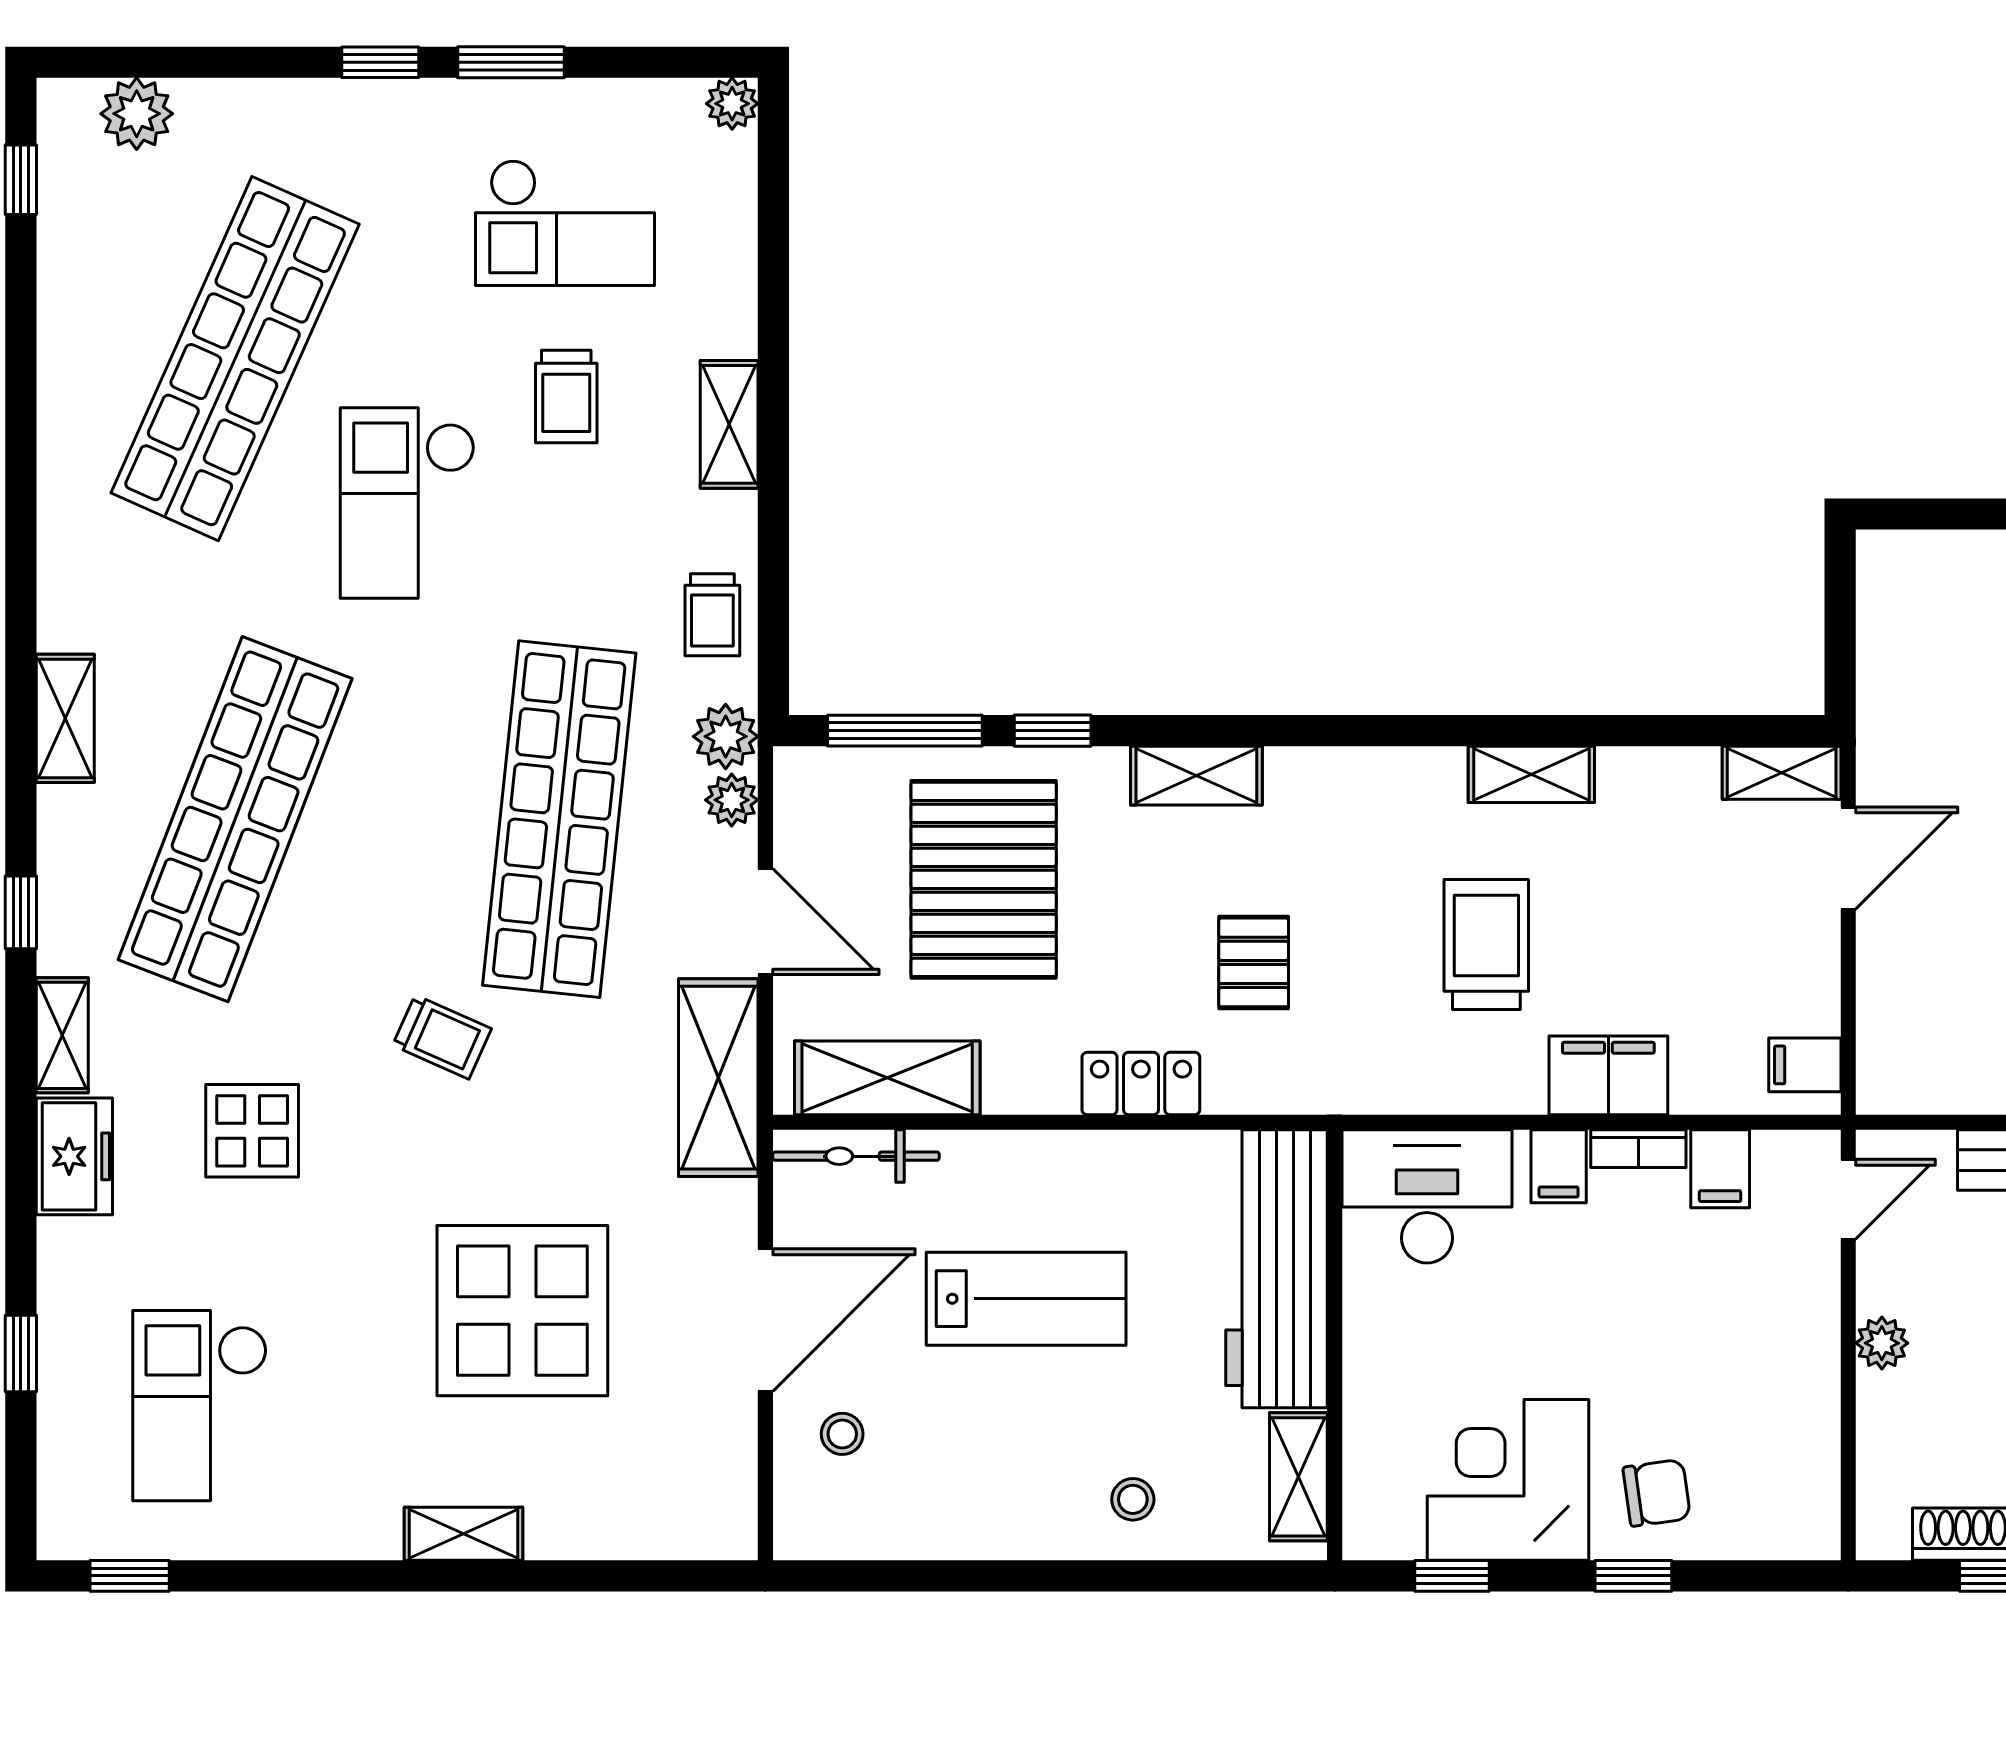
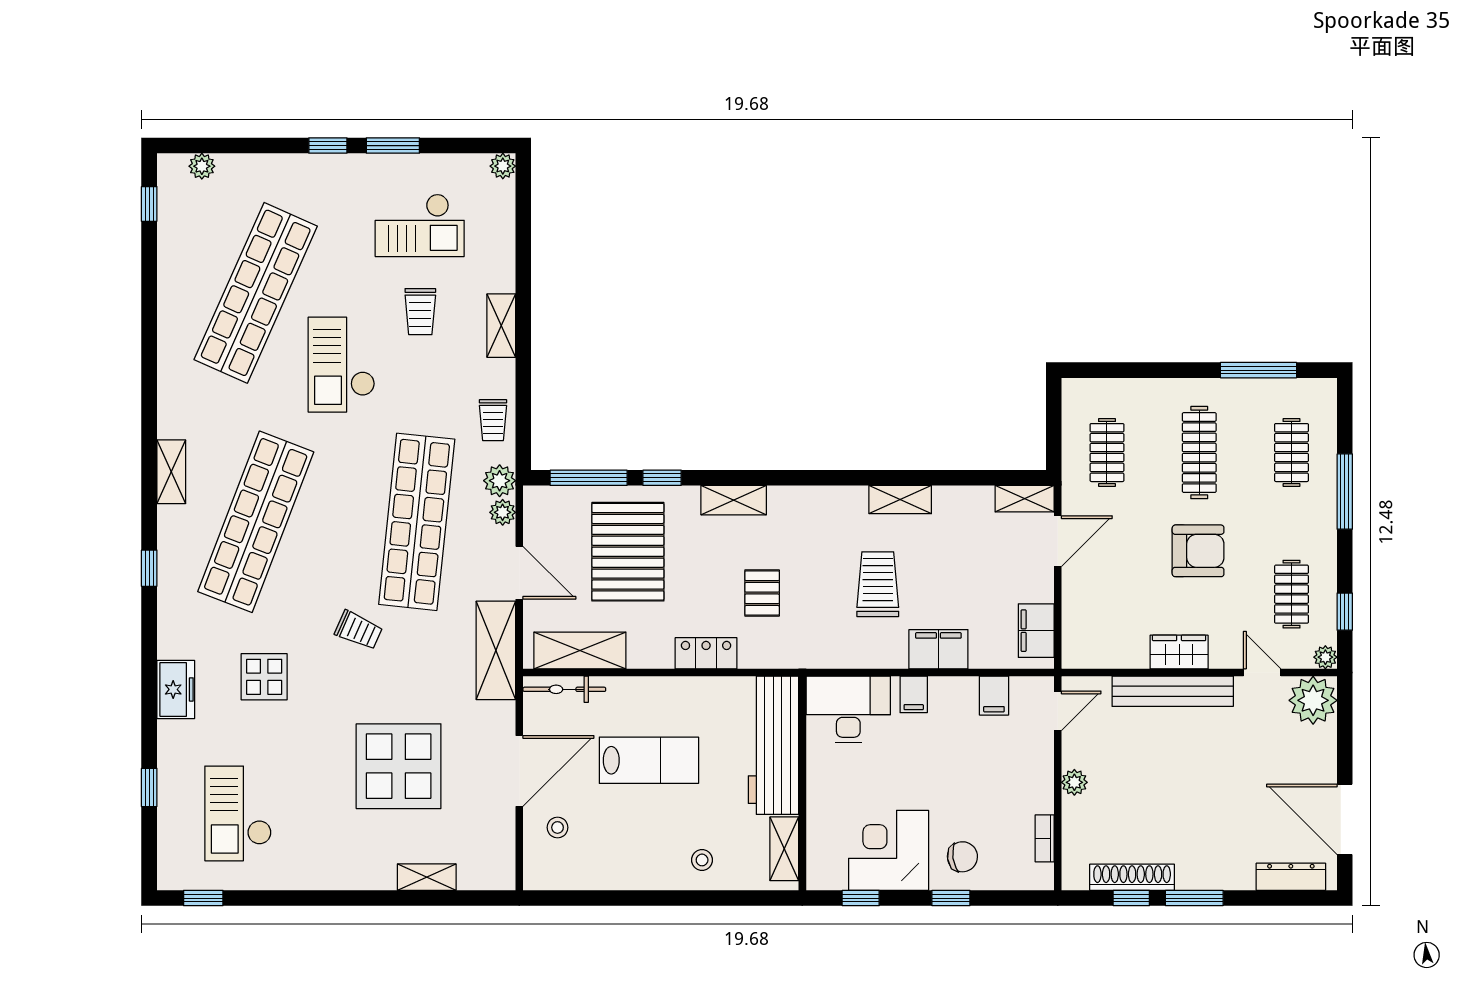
plant: (137, 114) -> (202, 166), width x0.73, depth x0.73
clothes rail: (1947, 680) -> (1107, 453), added
shelving: (62, 1035) -> (170, 629), removed
filing cabinet: (1805, 1065) -> (1036, 631), width x2.00
bookcase: (1638, 1149) -> (1045, 838), moved, turned 90
shelving: (464, 1534) -> (427, 877), moved

